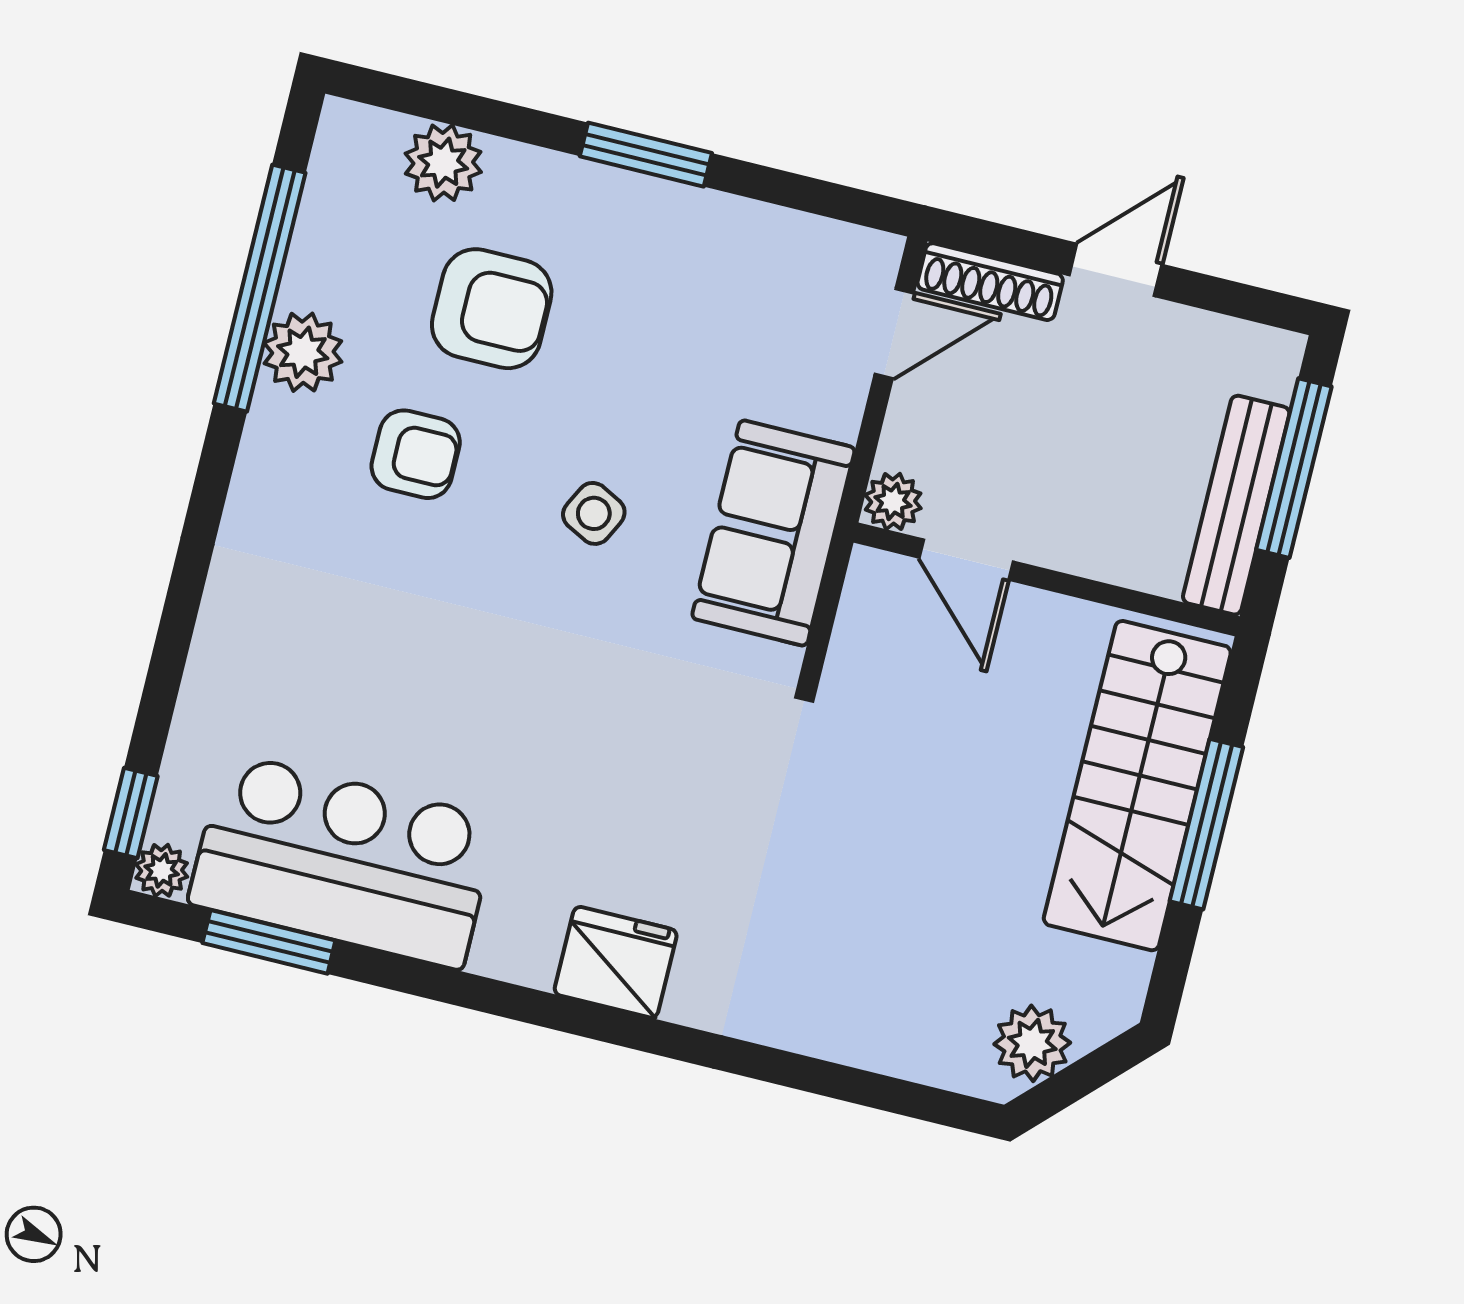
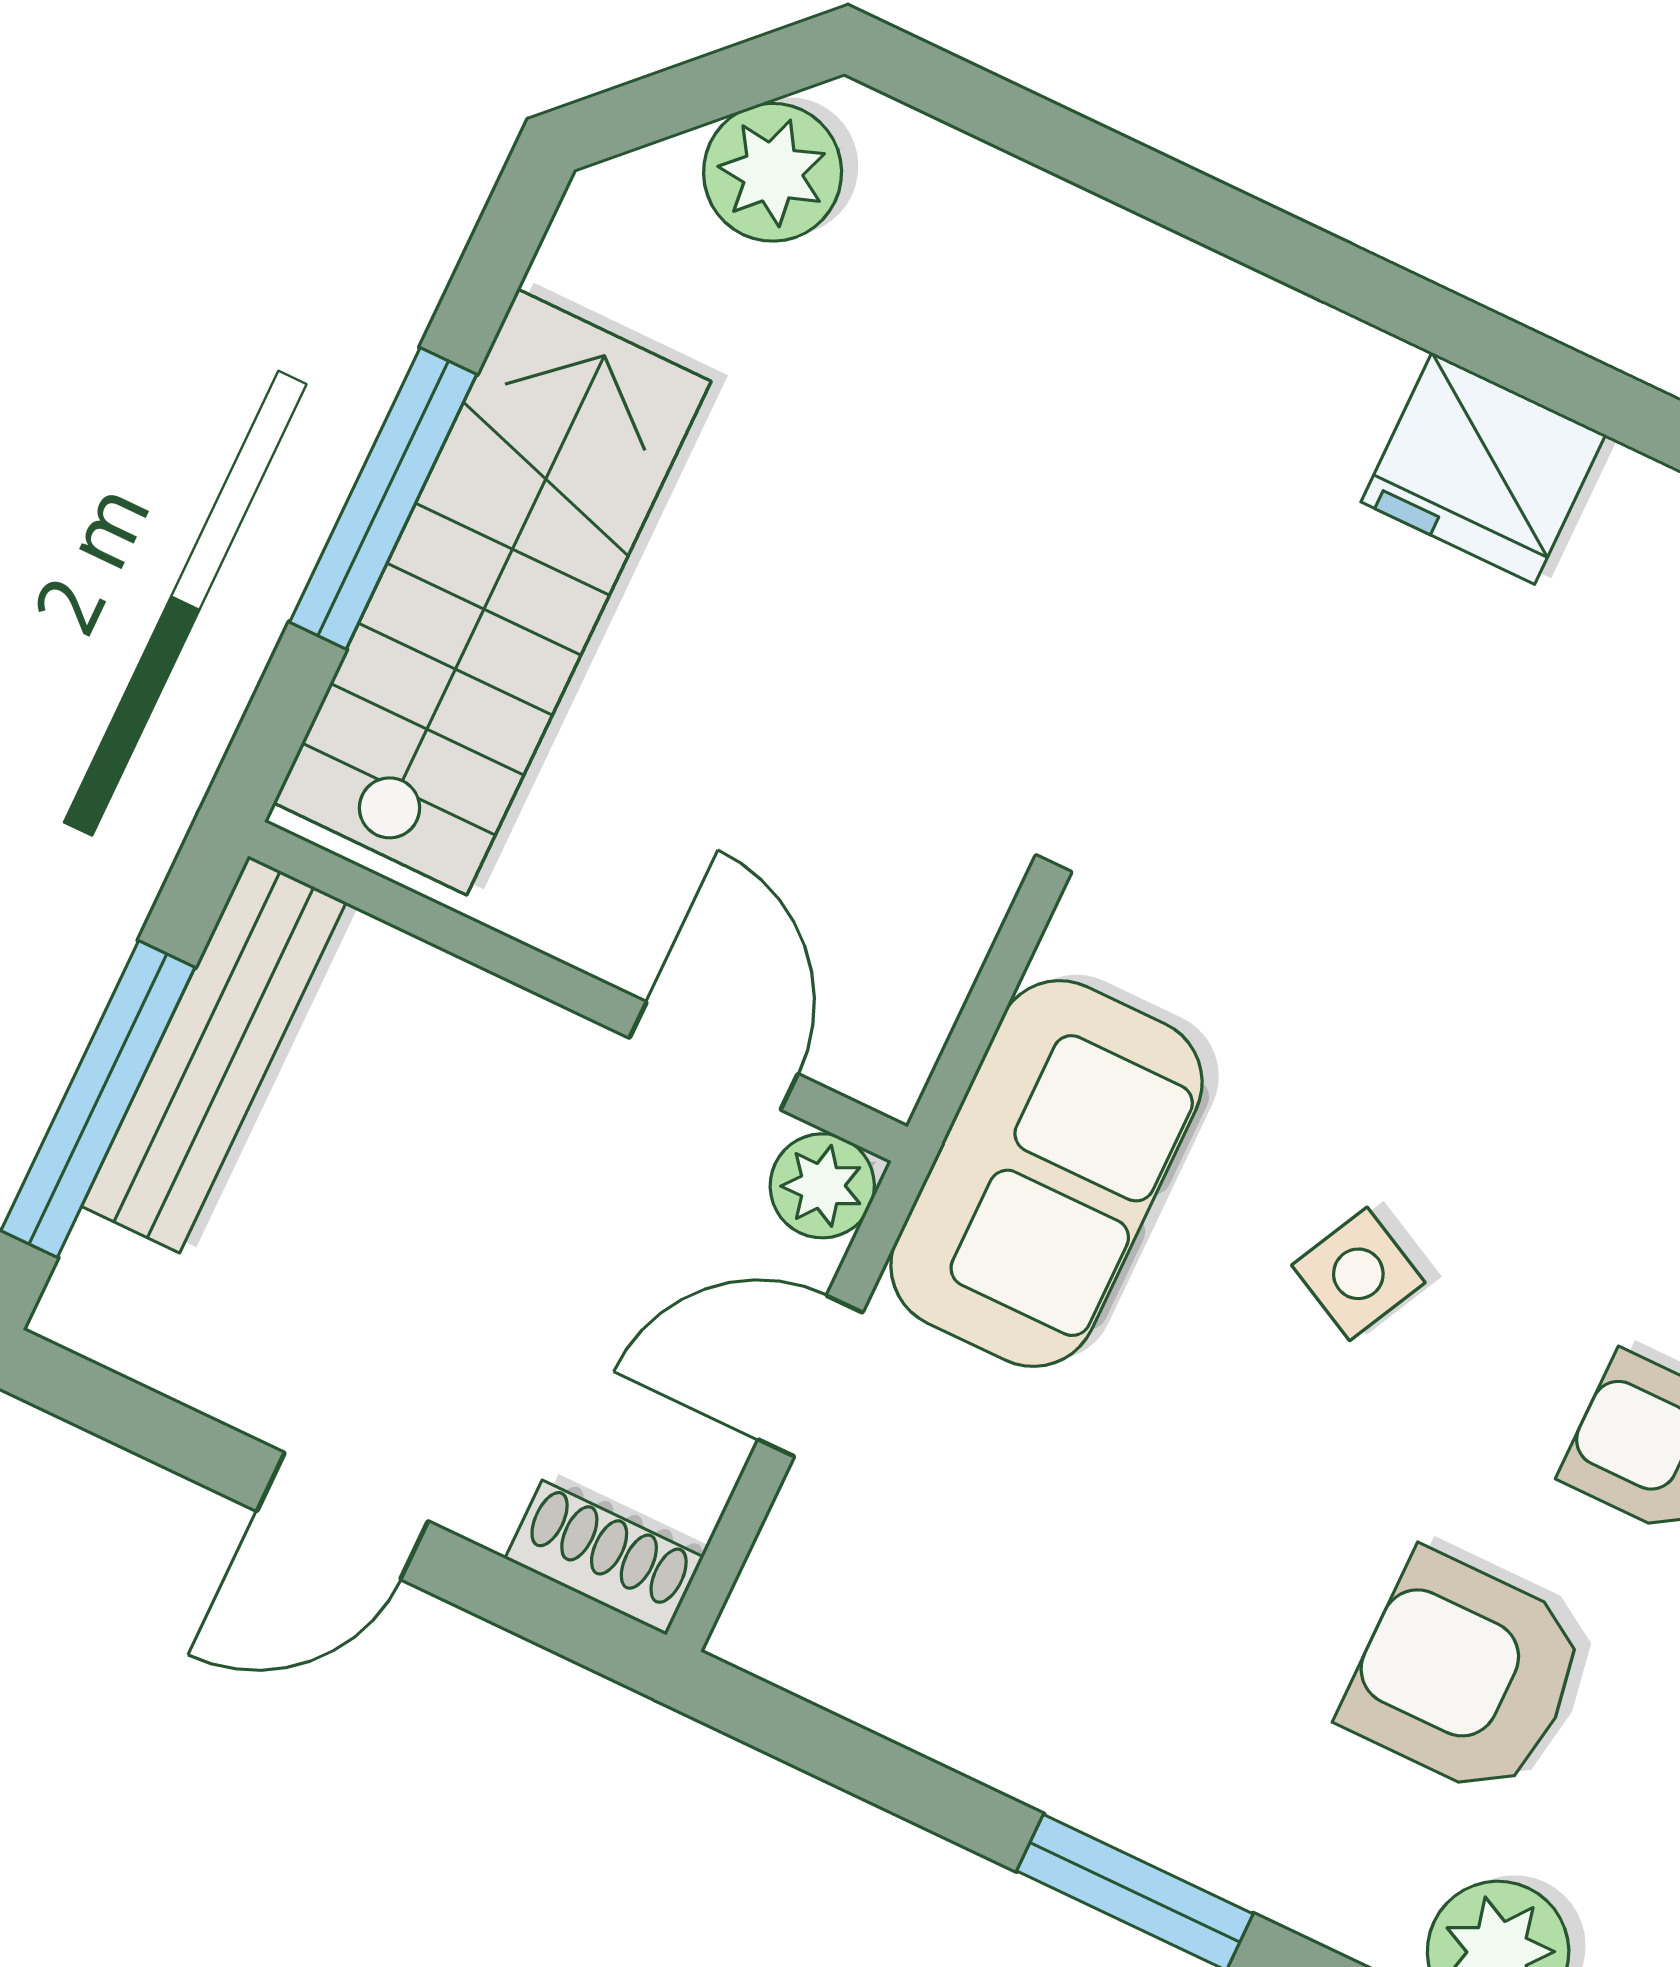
shoe rack: (990, 282) -> (604, 1558), width x0.70
door: (894, 333) -> (810, 1376), moved

